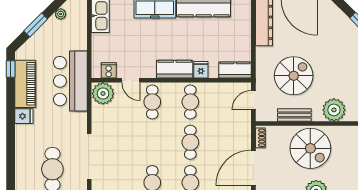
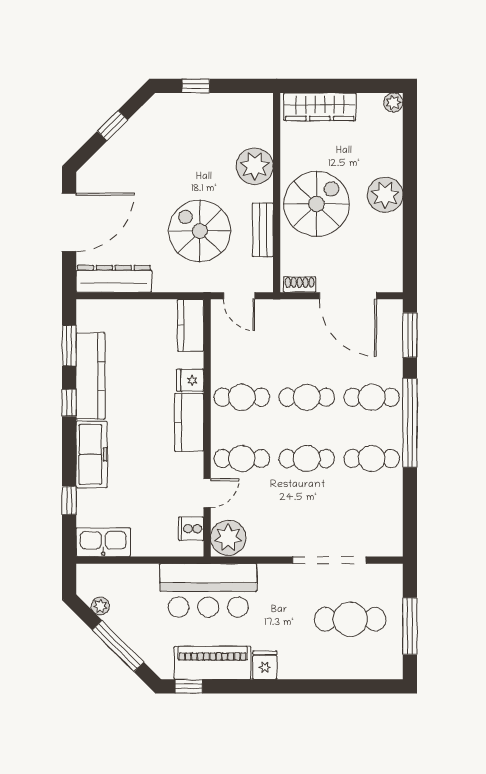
window: (36, 25) -> (118, 646), width x1.44
cafe table: (152, 142) -> (307, 459), added

